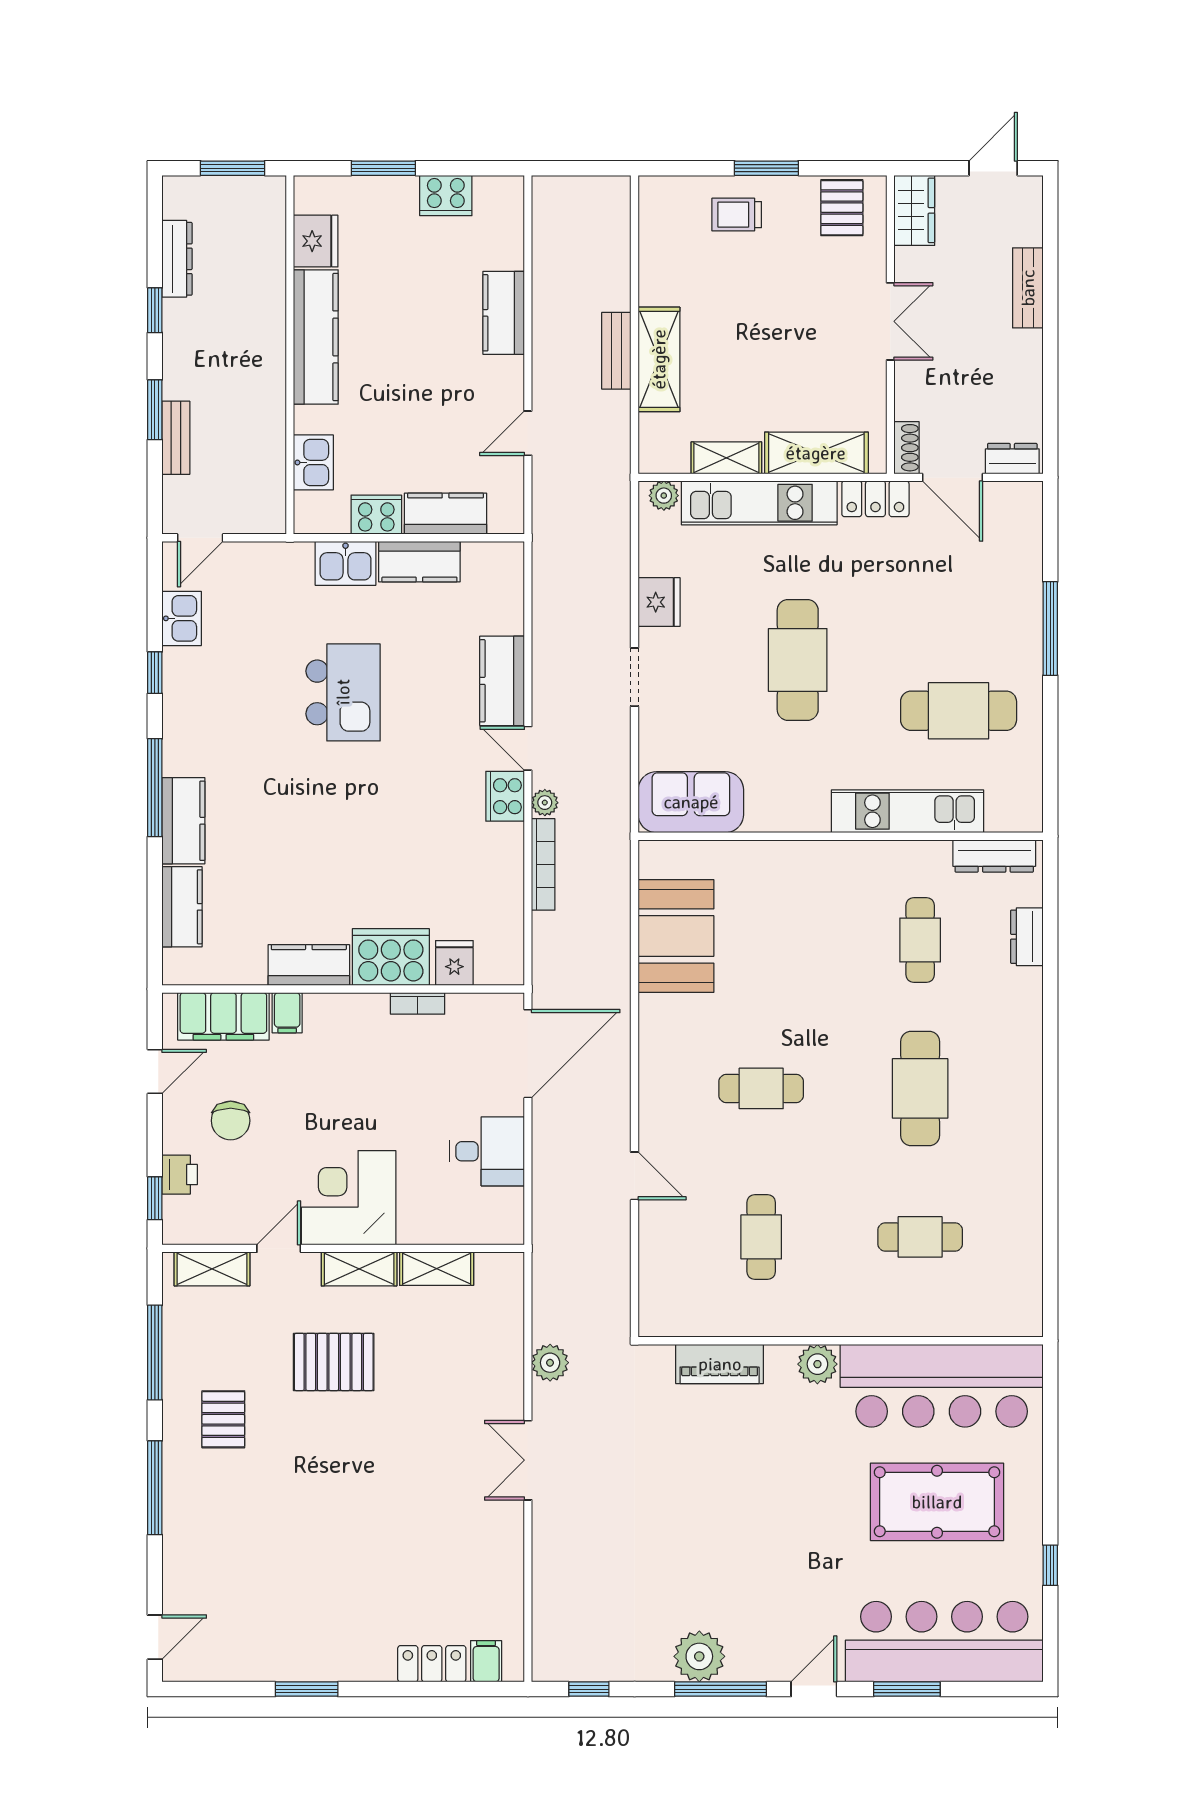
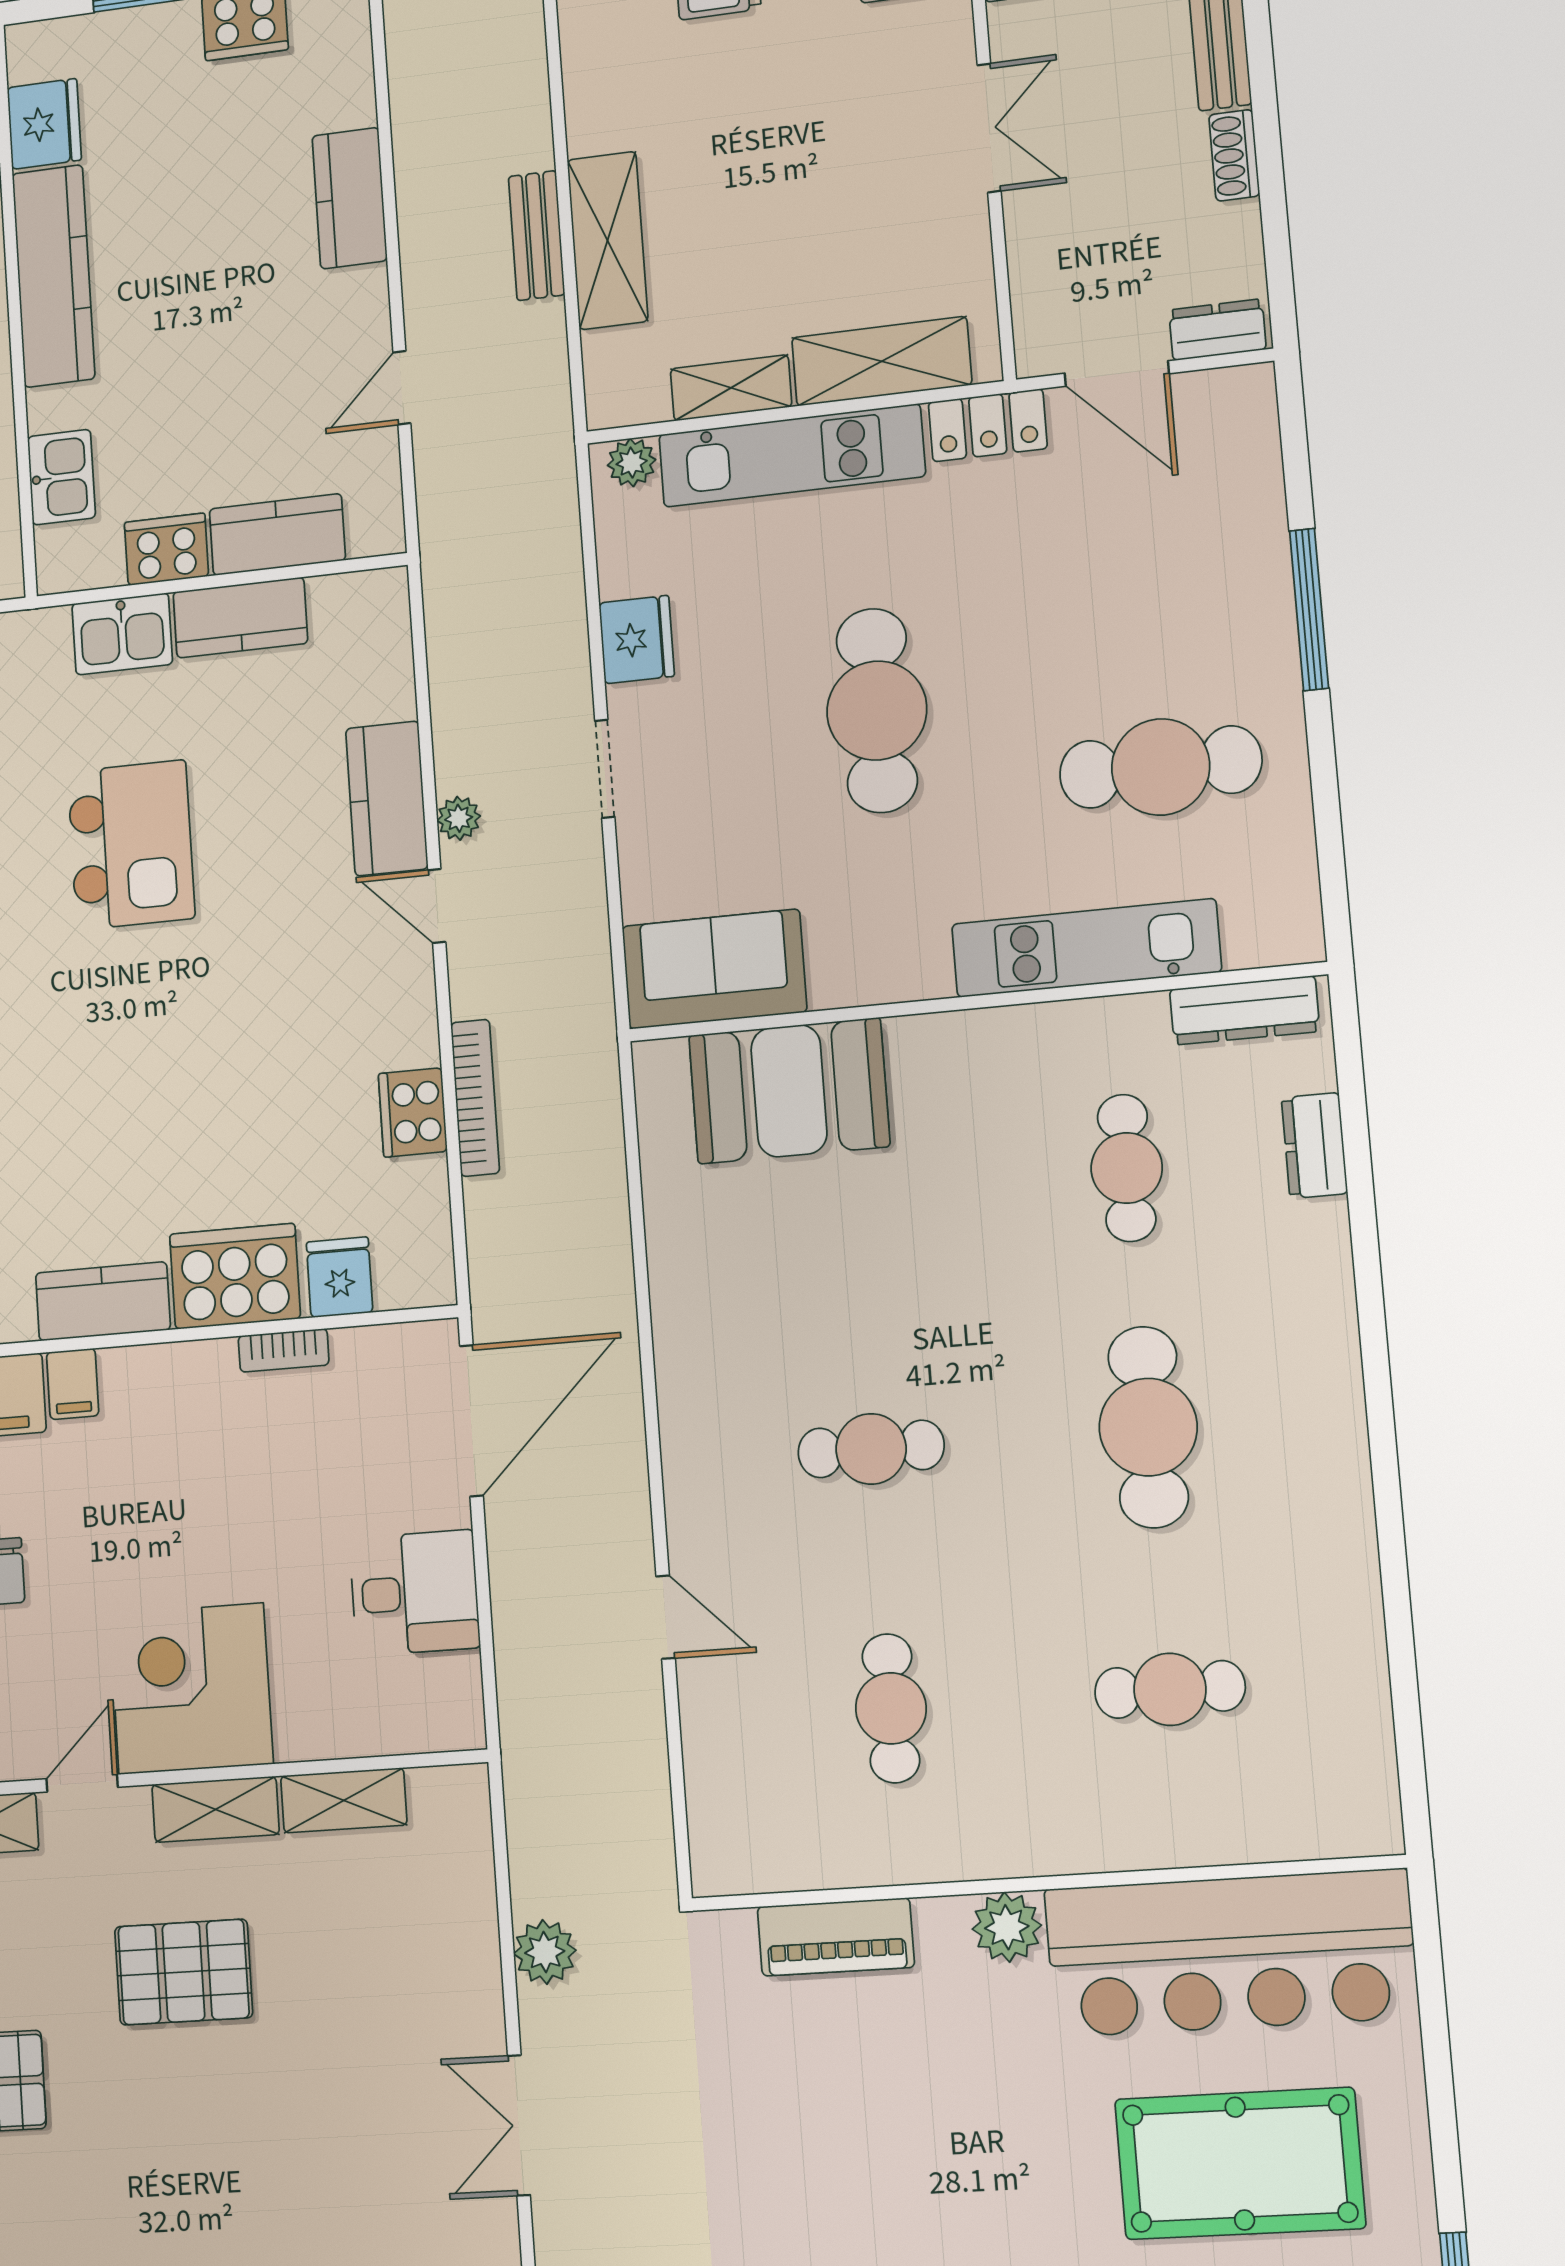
shoe rack: (907, 448) -> (1234, 155), moved, turned 180
cooker: (505, 796) -> (413, 1112), moved
plant: (545, 803) -> (459, 818), moved
booth: (676, 936) -> (789, 1091), moved, turned 90

